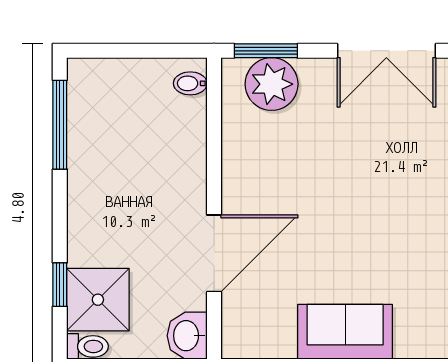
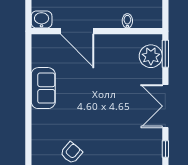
bidet: (190, 83) -> (127, 21), moved

